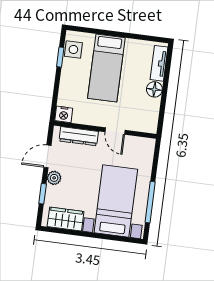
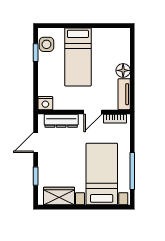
tv unit: (159, 63) -> (124, 94), moved
door: (115, 131) -> (93, 112), hinge flipped
bookcase: (138, 142) -> (115, 119), added
plant: (54, 178) -> (44, 161), removed

